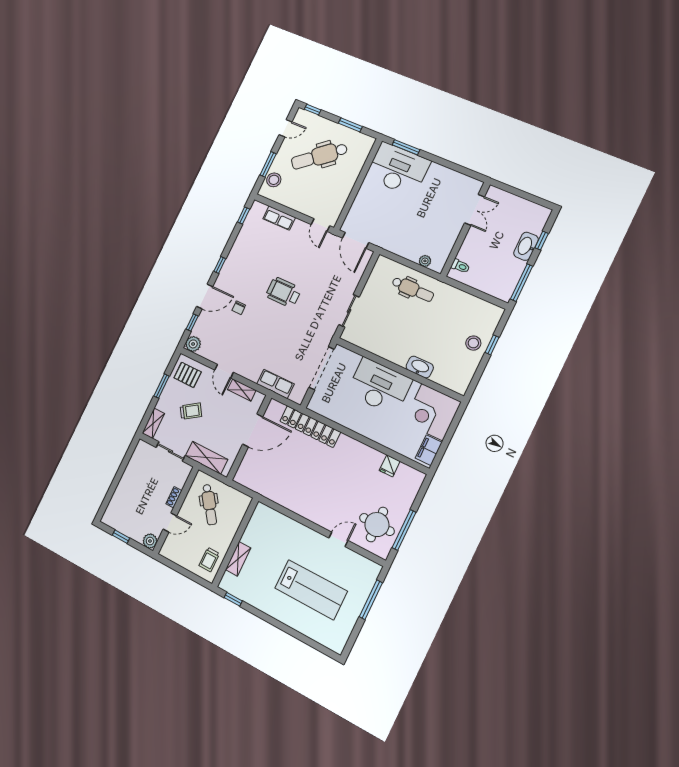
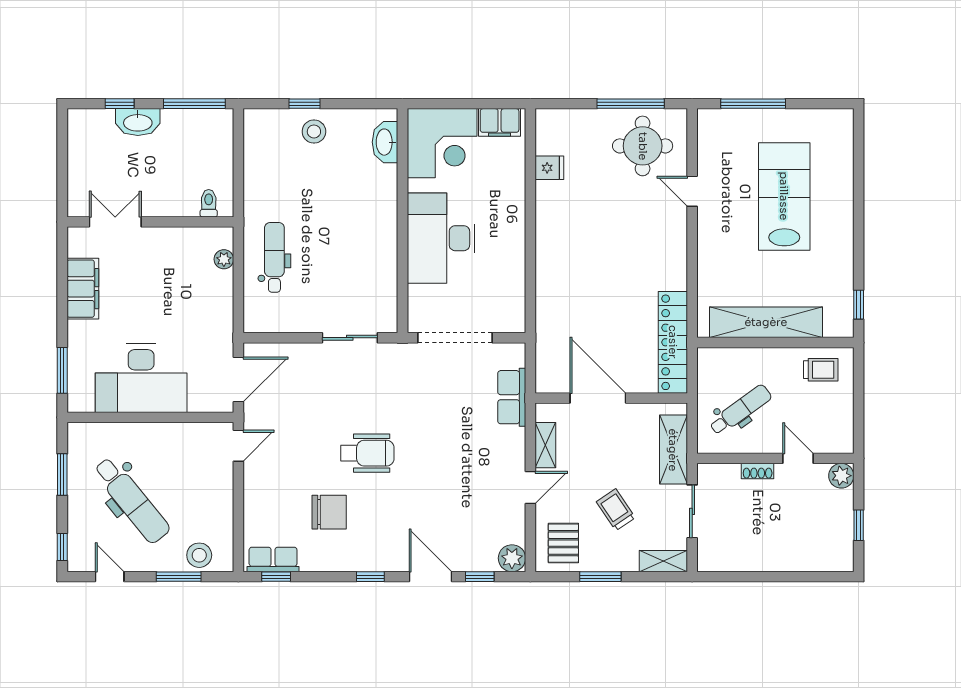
desk: (398, 169) -> (141, 378), moved, turned -90
filing cabinet: (446, 177) -> (83, 289), added
row of seats: (279, 218) -> (273, 559), moved, turned -90
wheelchair: (283, 292) -> (367, 453), turned -90
chair: (239, 308) -> (329, 512), moved, width x1.87, depth x1.87
washbasin: (420, 367) -> (385, 142), moved
locker: (310, 427) -> (673, 342), moved, turned 180
shelving: (238, 559) -> (766, 322), width x2.20, depth x1.33

